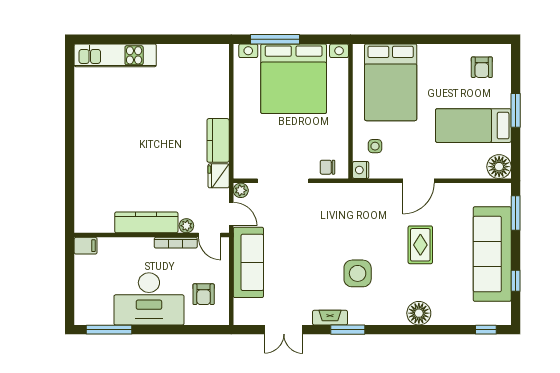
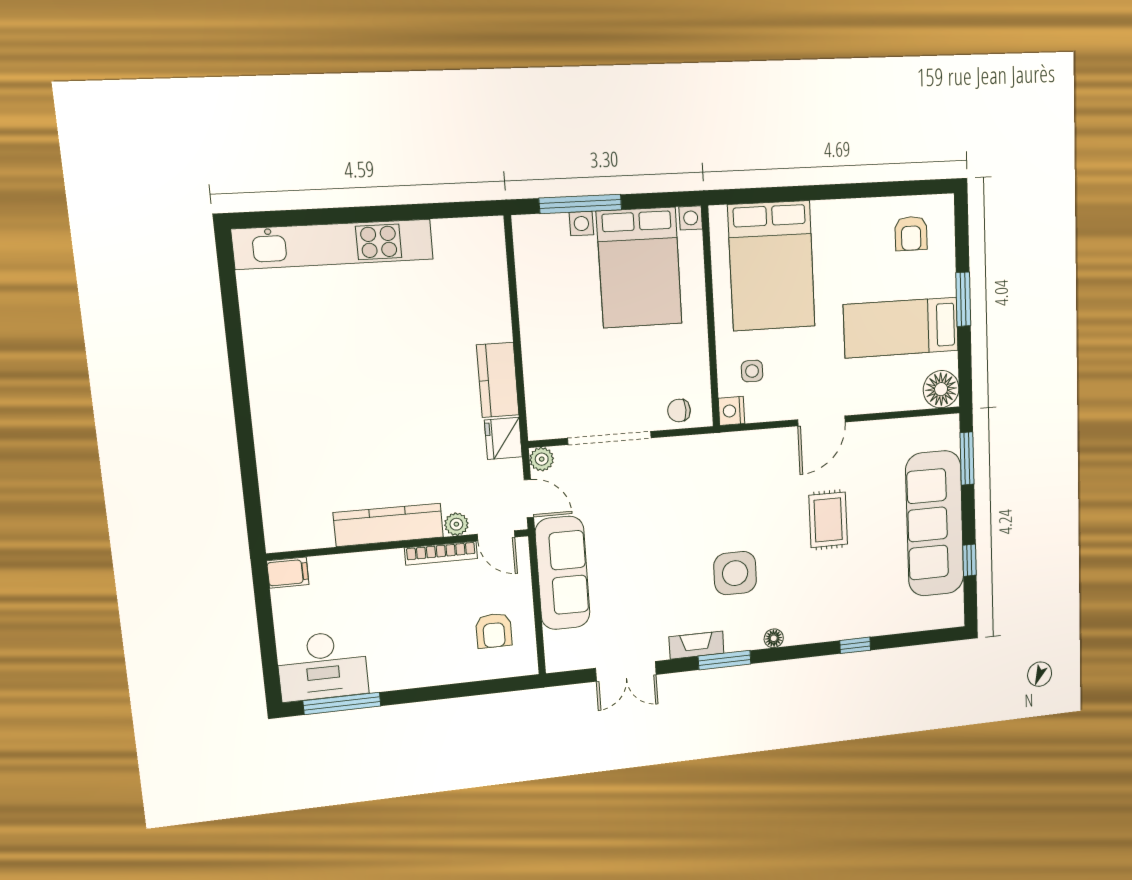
kitchen unit: (115, 55) -> (333, 244), width x1.36
bed with nightstands: (294, 79) -> (639, 268), width x0.73
desk: (149, 299) -> (323, 666), moved, width x0.73, depth x0.77
floor lamp: (419, 313) -> (774, 638), moved, width x0.53, depth x0.53
window: (486, 330) -> (855, 645), moved

